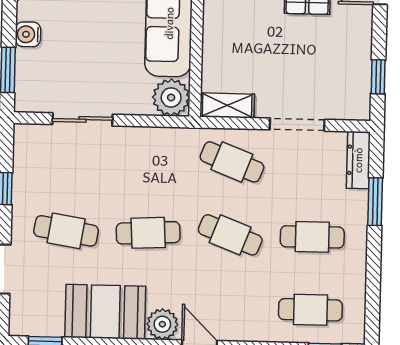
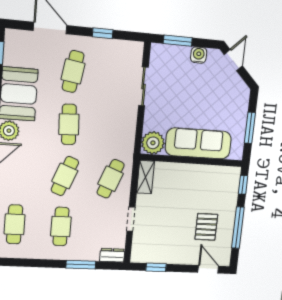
doorway: (297, 125) -> (131, 219), width x0.73
dresser: (358, 160) -> (112, 255), width x0.70

